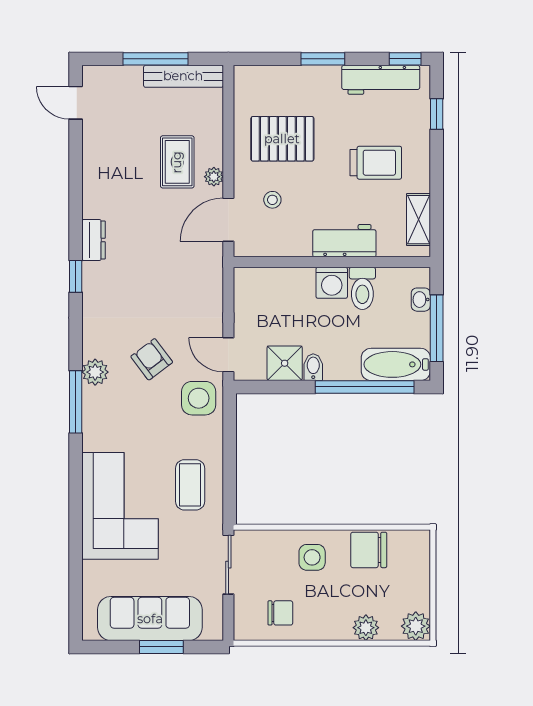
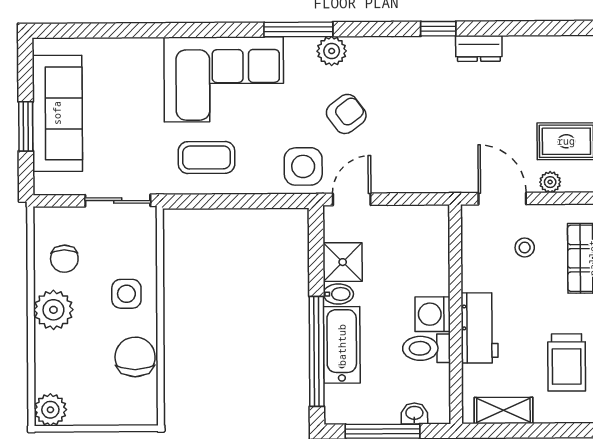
bathtub: (396, 364) -> (342, 345), moved
corner sofa: (120, 506) -> (224, 79), moved
plant: (366, 628) -> (53, 310), moved, width x1.36, depth x1.36

